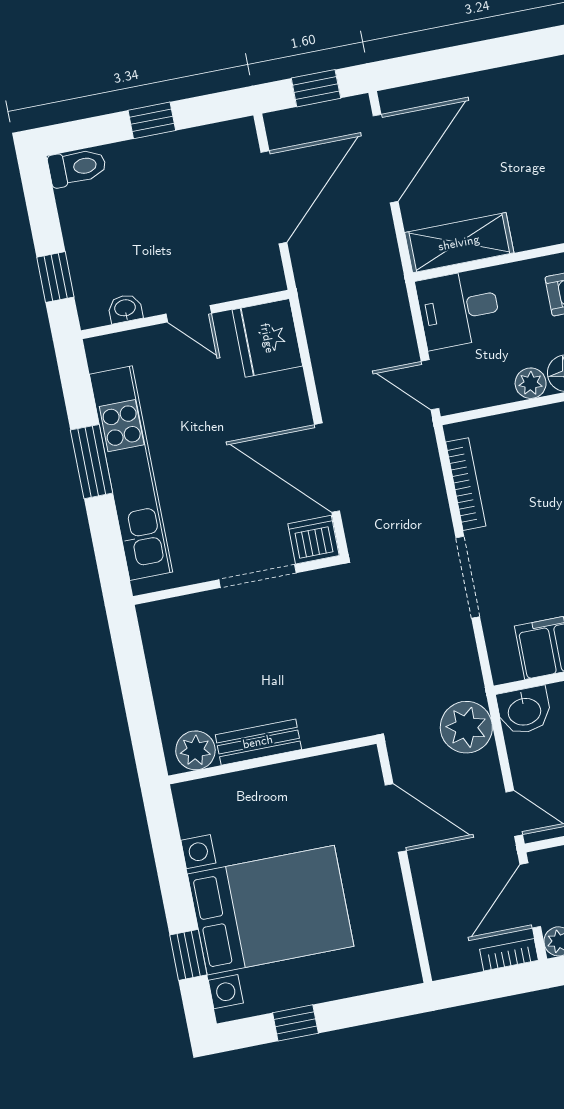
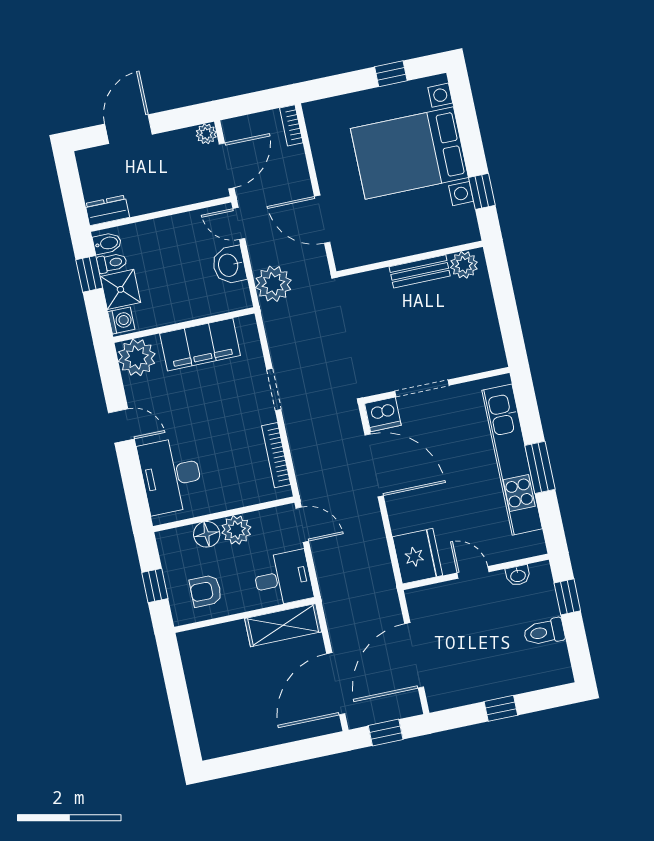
toilet: (77, 167) -> (544, 632), moved
plant: (531, 383) -> (236, 530), width x1.38, depth x1.38
doorway: (468, 577) -> (274, 390), width x0.73
washbasin: (524, 711) -> (229, 265), moved, turned -90
window: (188, 955) -> (482, 191), moved
bookcase: (509, 955) -> (291, 125), moved, turned 90

